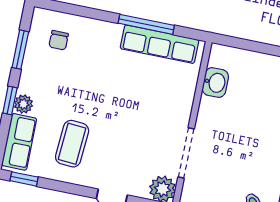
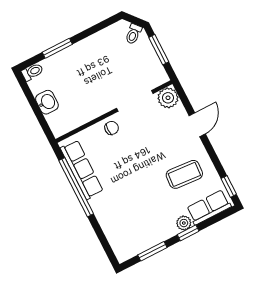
window: (146, 24) -> (76, 187), width x1.46
chair: (59, 40) -> (112, 128), moved
washbasin: (215, 83) -> (47, 102), moved, turned 90

